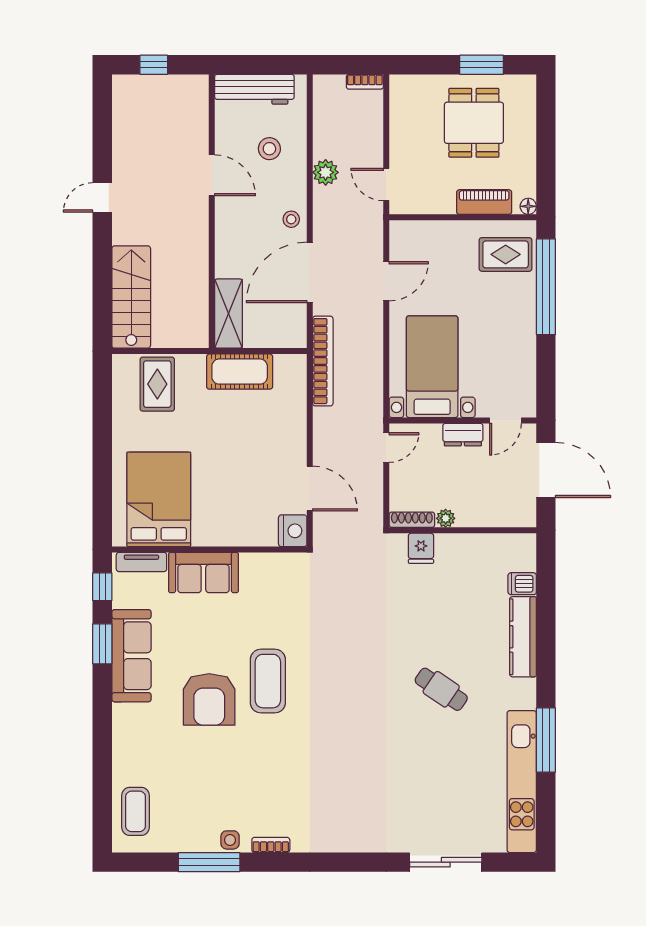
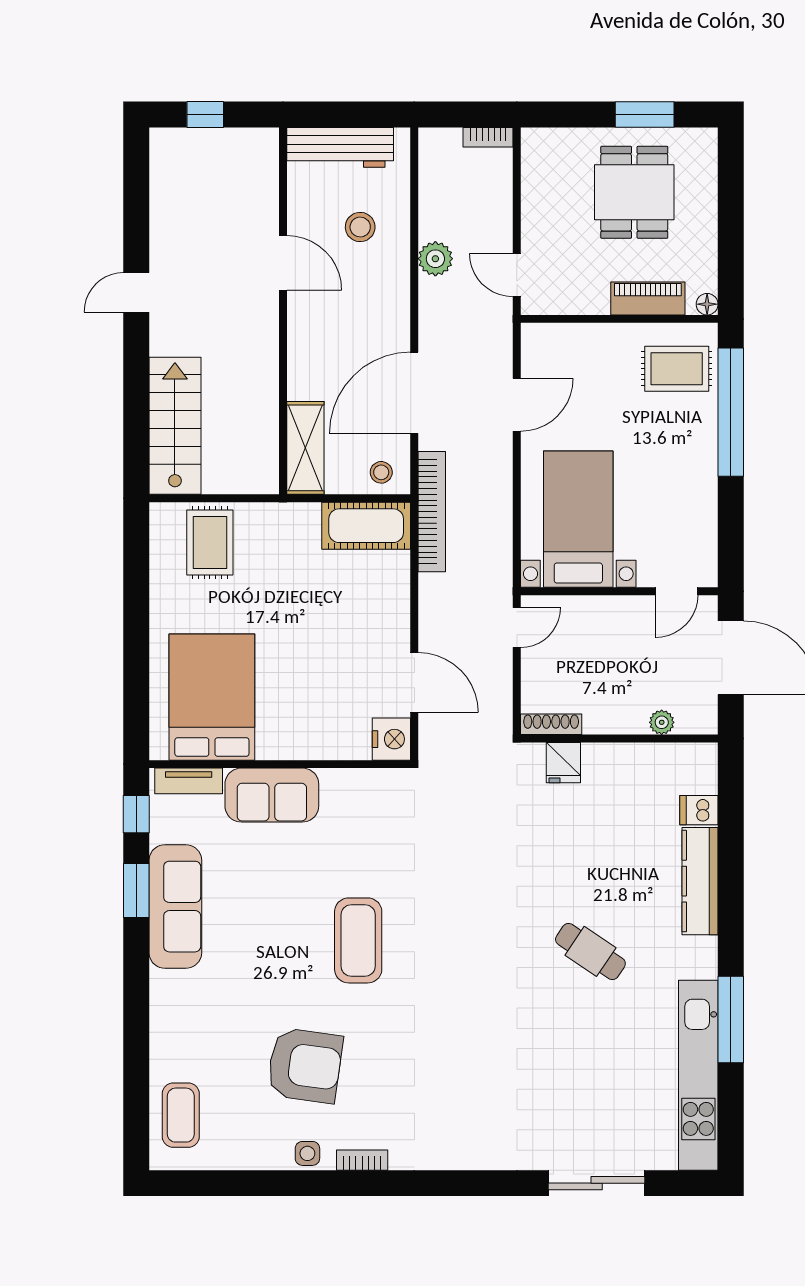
stool: (291, 219) -> (381, 472), moved
cot: (240, 372) -> (366, 526), moved
dresser: (463, 435) -> (619, 610), removed
plant: (446, 518) -> (662, 722), moved
armchair: (209, 699) -> (305, 1065), moved, turned -82
window: (209, 862) -> (279, 1183), removed

